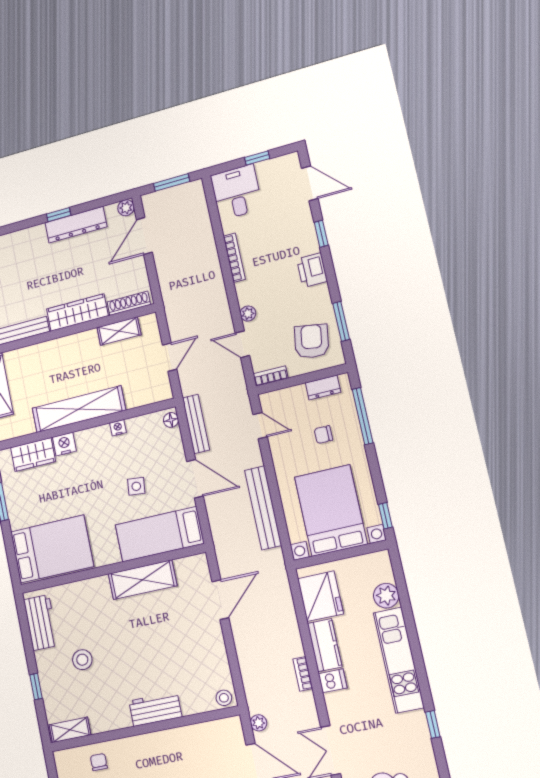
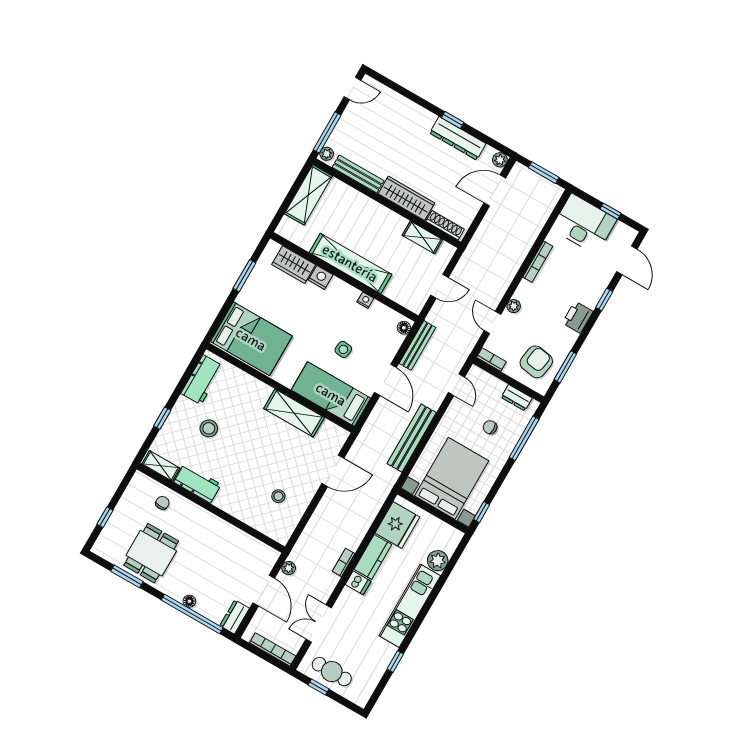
desk: (236, 192) -> (584, 224), width x1.37
stool: (224, 698) -> (278, 496), moved
workbench: (155, 709) -> (197, 483), moved

